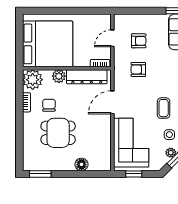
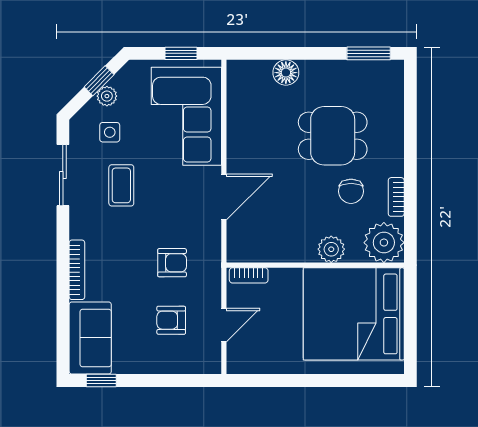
dresser: (87, 77) -> (275, 248), removed

